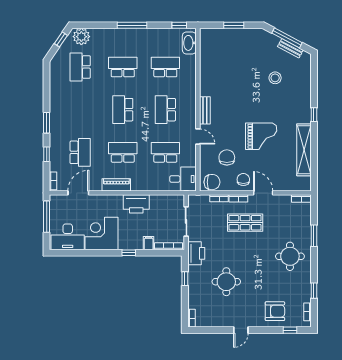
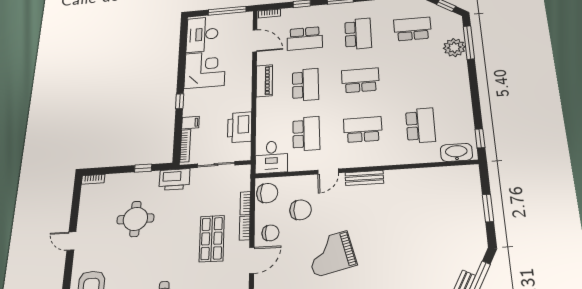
window: (132, 25) -> (469, 42), moved
plant: (81, 37) -> (454, 48), moved
school desk: (123, 67) -> (358, 34), moved
stool: (275, 78) -> (416, 269), removed
grand piano: (261, 136) -> (331, 254), turned 76
chair: (212, 182) -> (267, 193), turned -90
printer: (136, 204) -> (240, 127), moved

